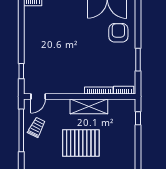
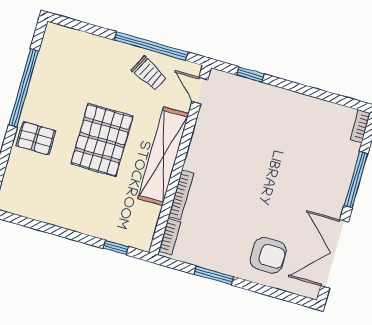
shelving: (89, 106) -> (163, 156), width x1.47

